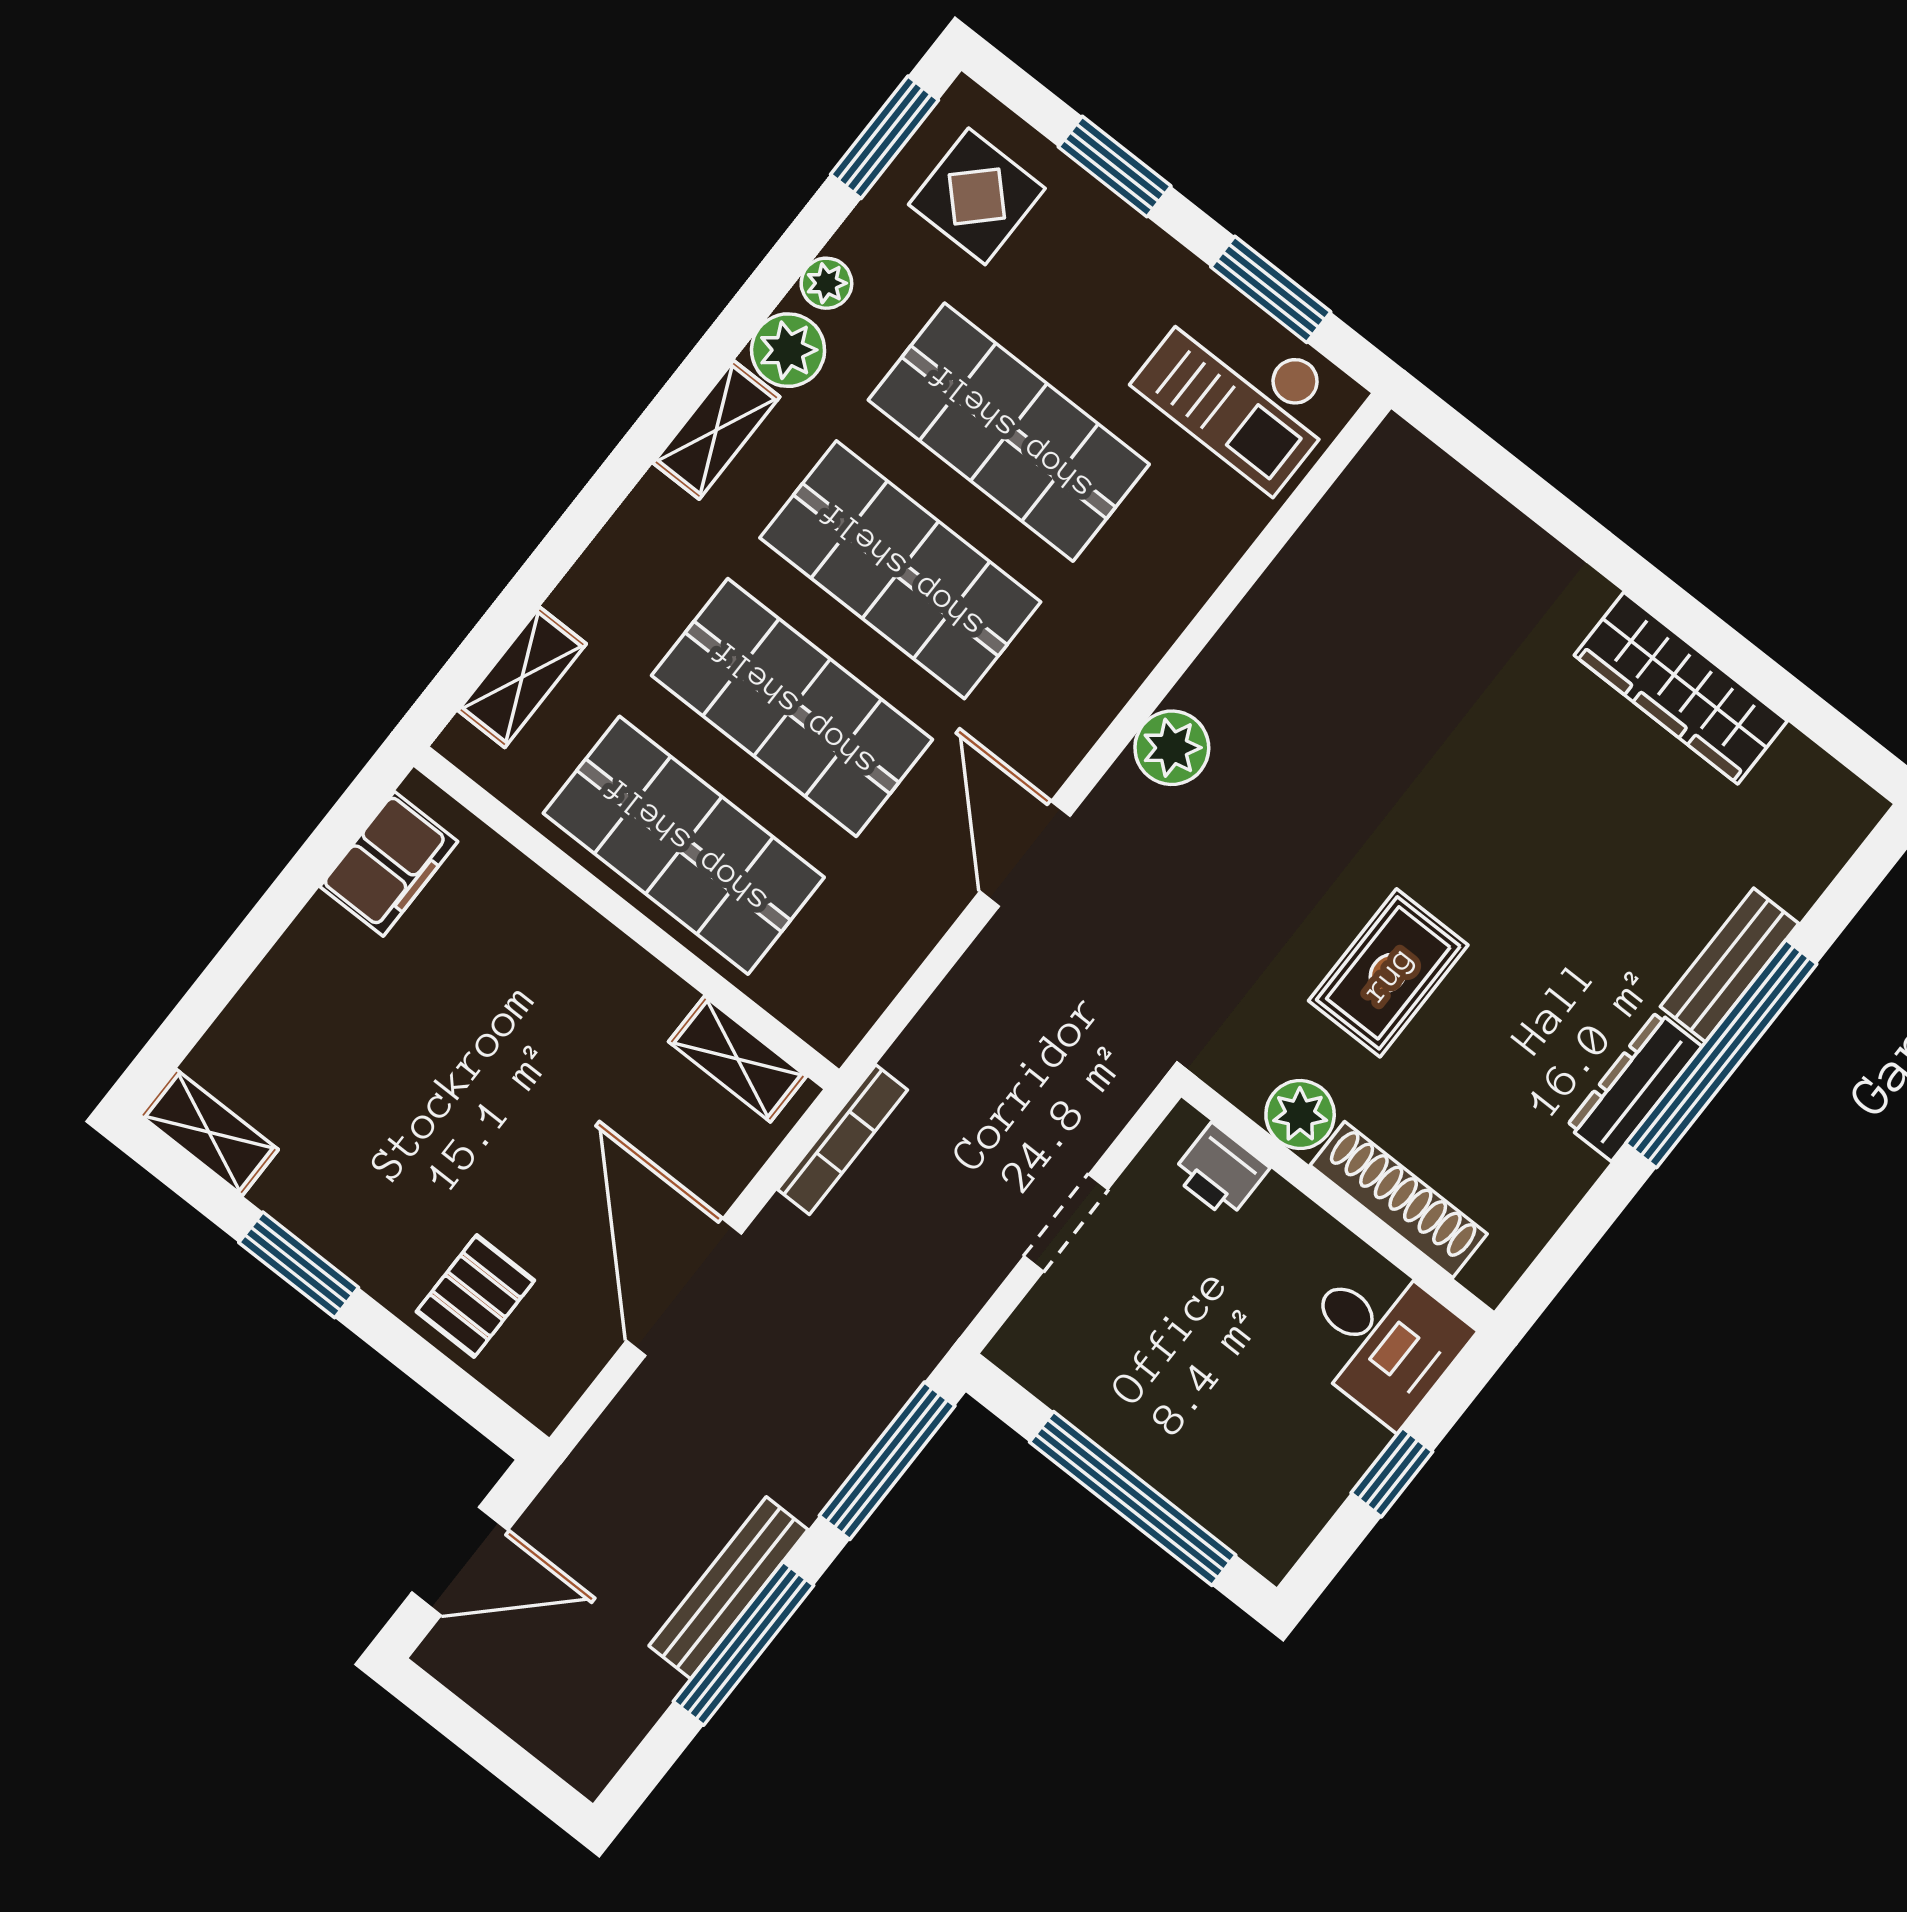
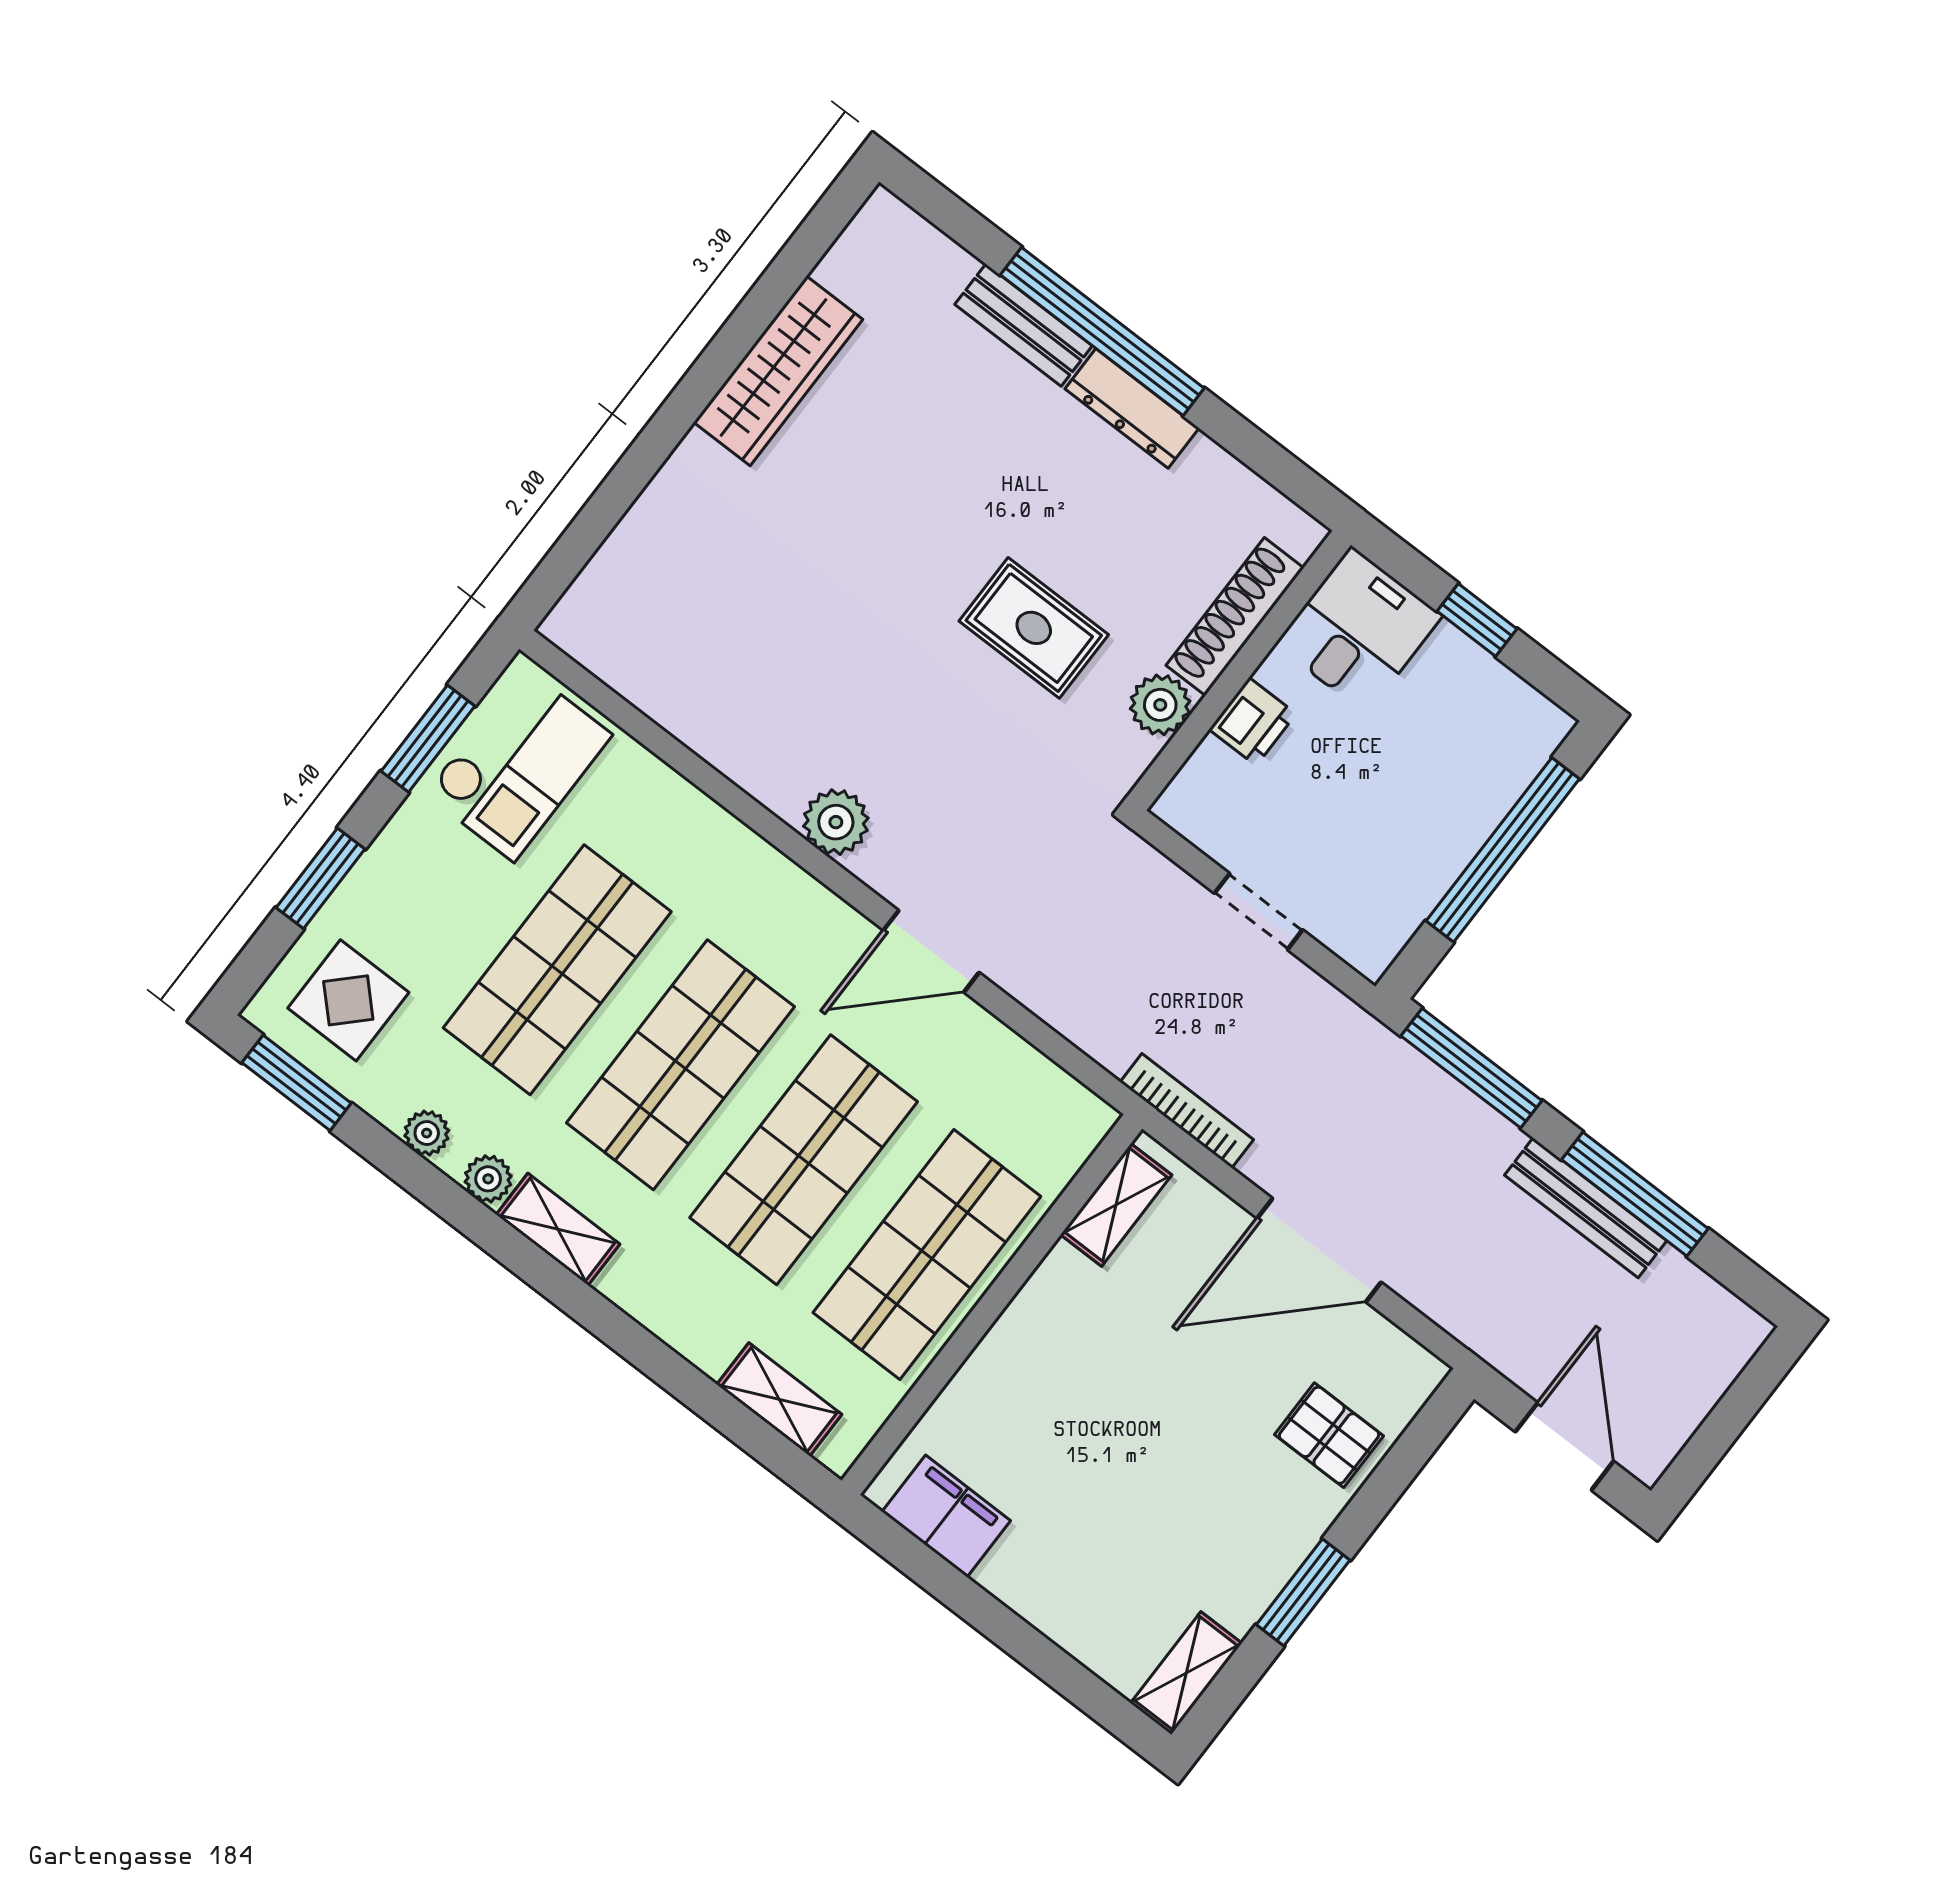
plant: (788, 350) -> (488, 1179), width x0.73, depth x0.73
printer: (1220, 1171) -> (1253, 722), moved

